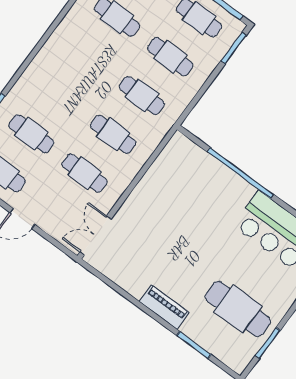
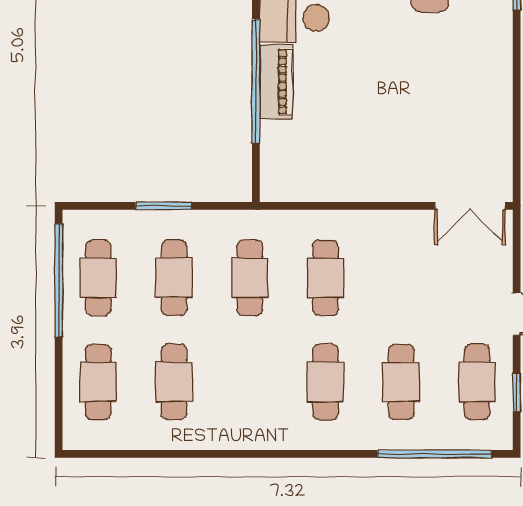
window: (234, 48) -> (164, 206), moved
cafe table: (85, 173) -> (326, 382), moved
piano: (164, 307) -> (276, 82), moved, turned 180

